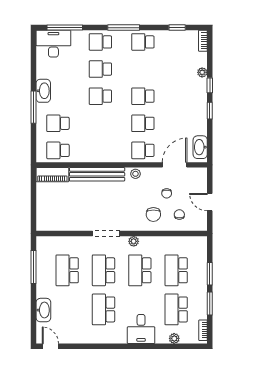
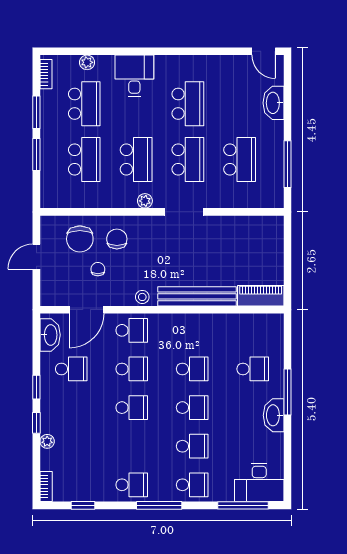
school desk: (185, 123) -> (71, 369), added
school desk: (58, 150) -> (192, 369), moved
door: (210, 202) -> (36, 257), swing flipped
chair: (179, 215) -> (80, 239), width x1.87, depth x1.87

